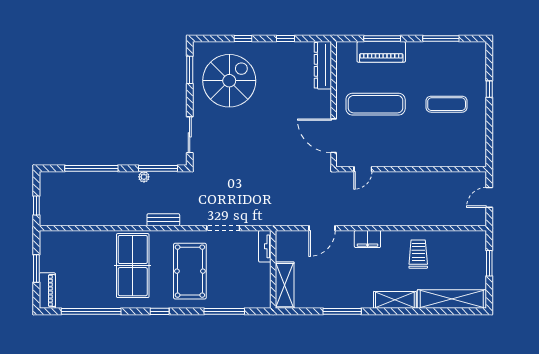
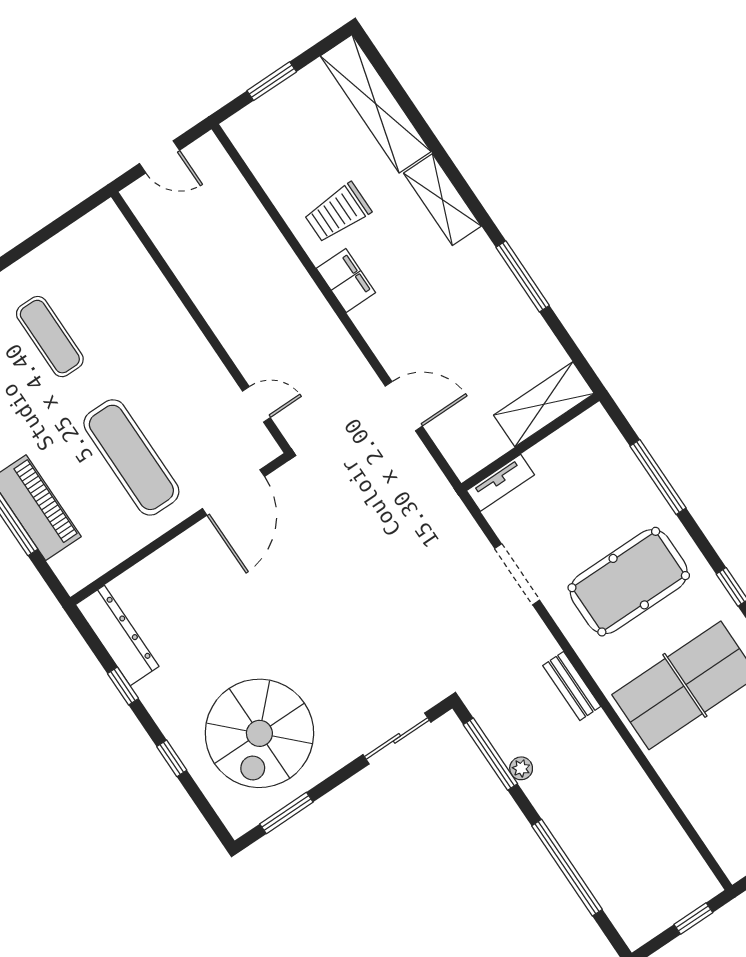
dresser: (323, 65) -> (117, 635), moved, turned -90
spiral stairs: (229, 81) -> (259, 733), turned -90
filing cabinet: (367, 239) -> (346, 280), moved

